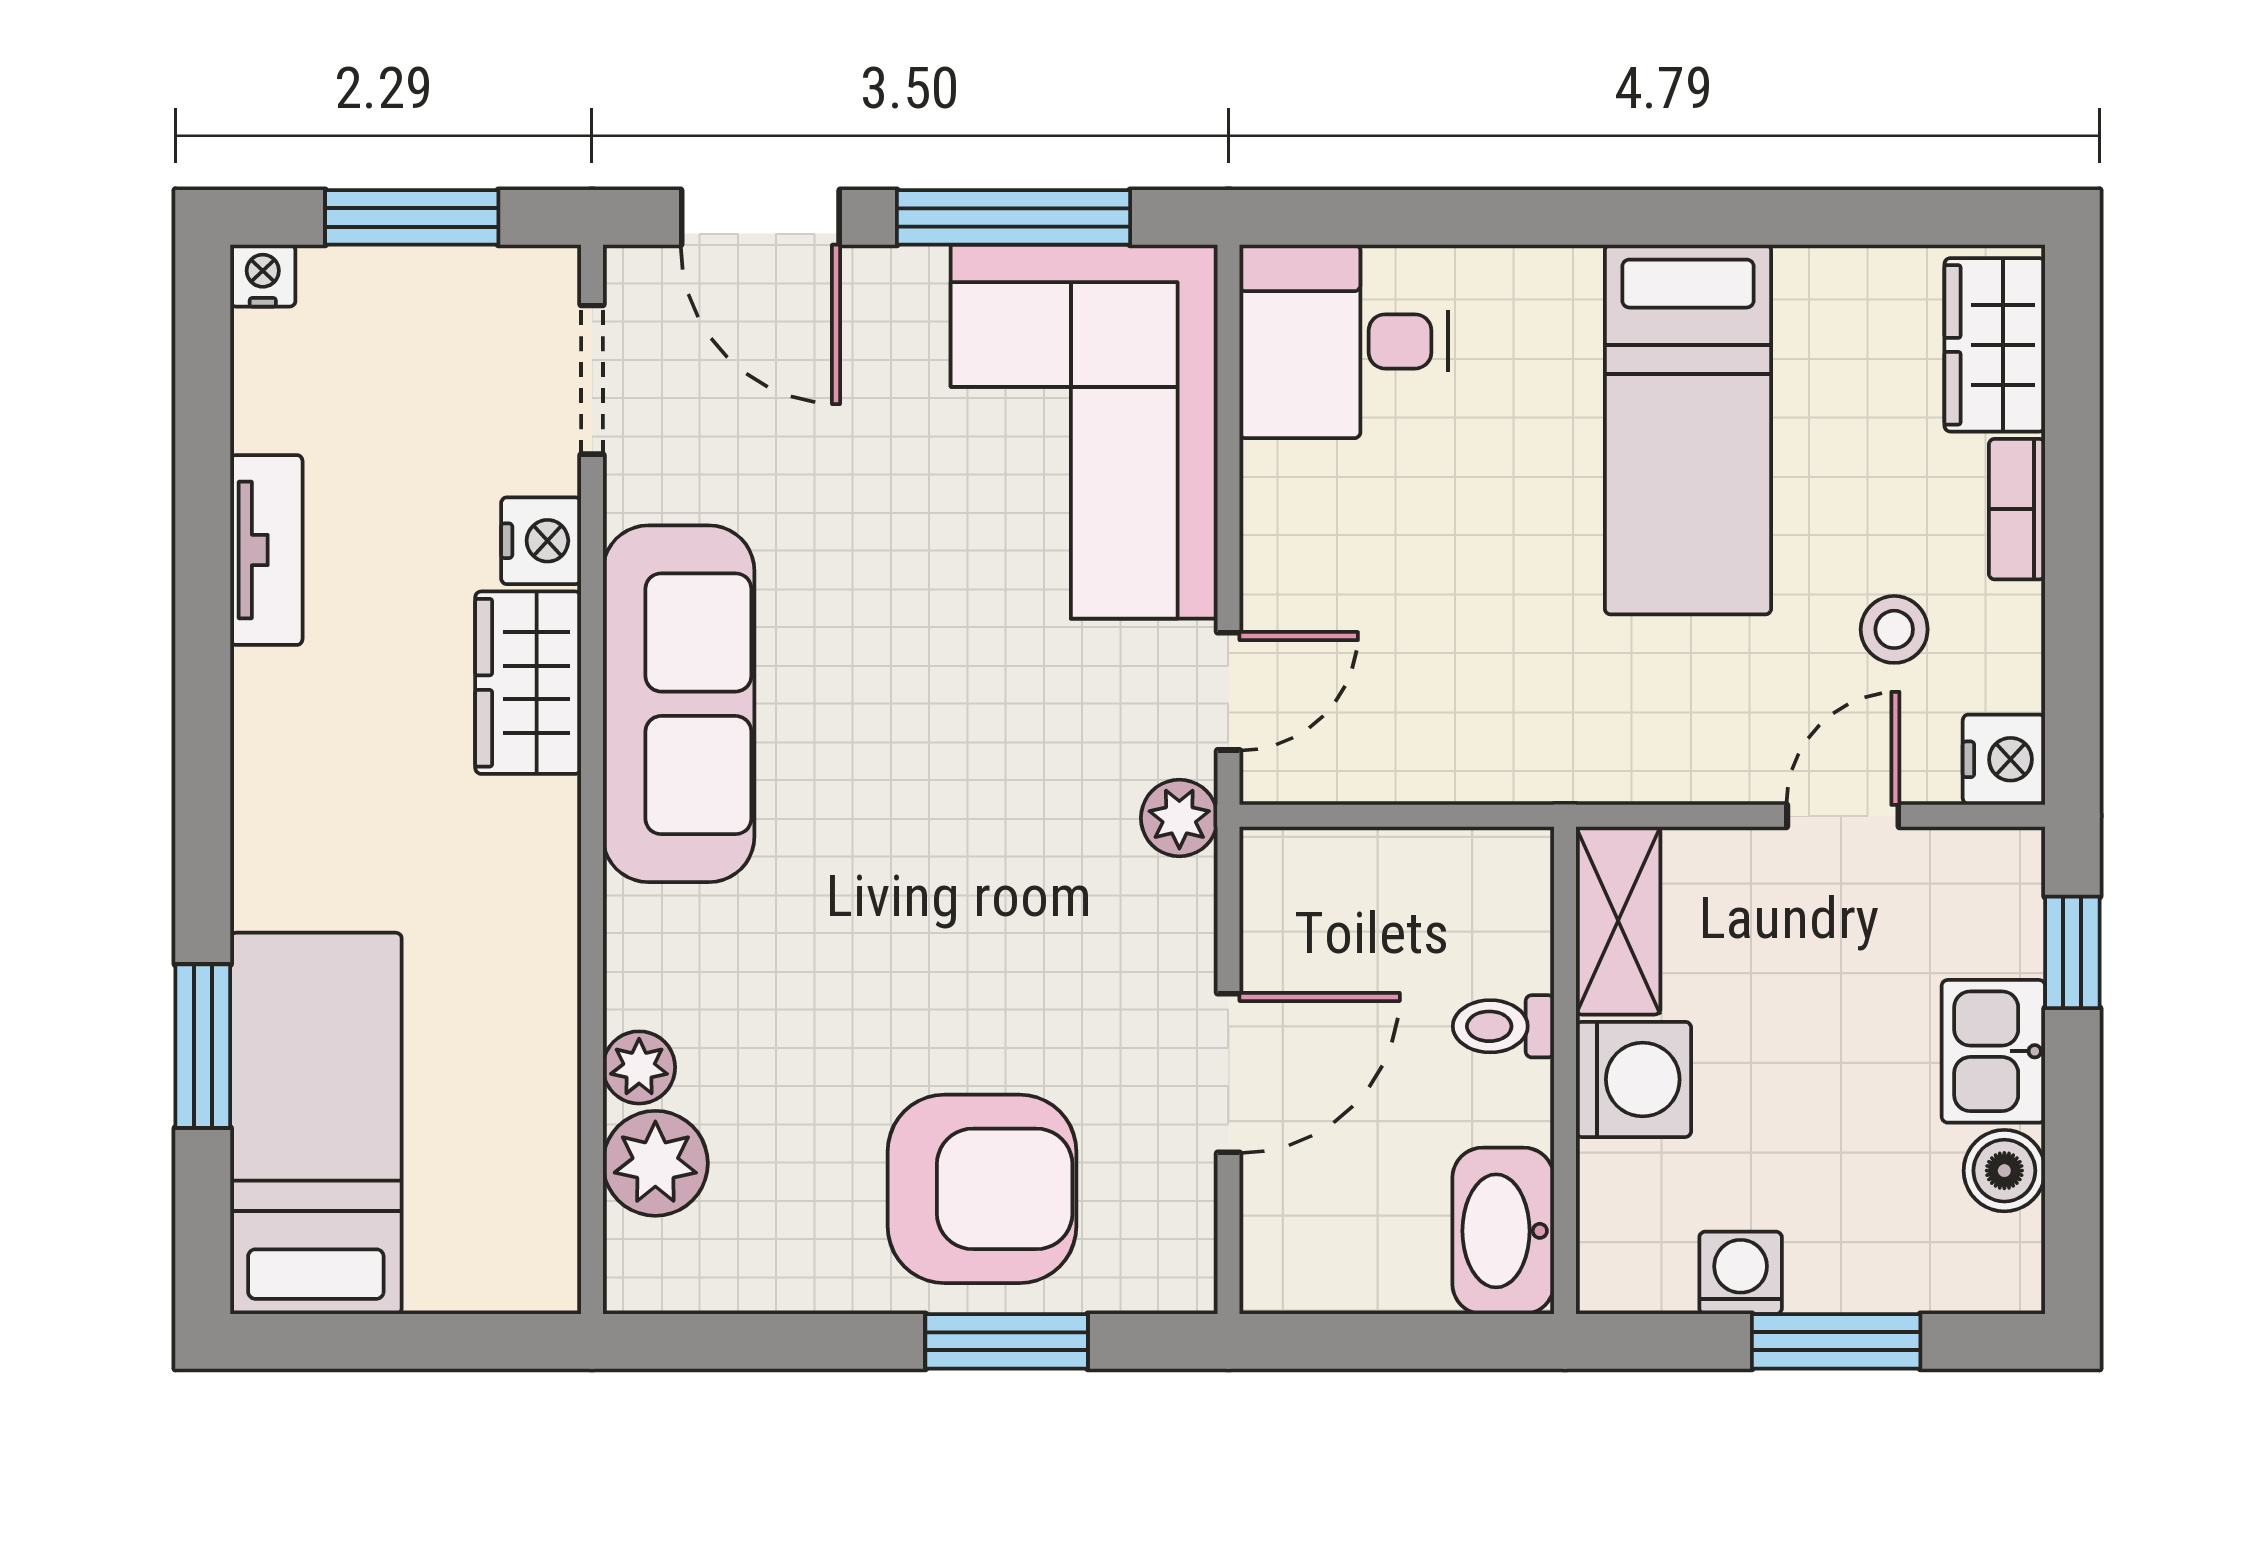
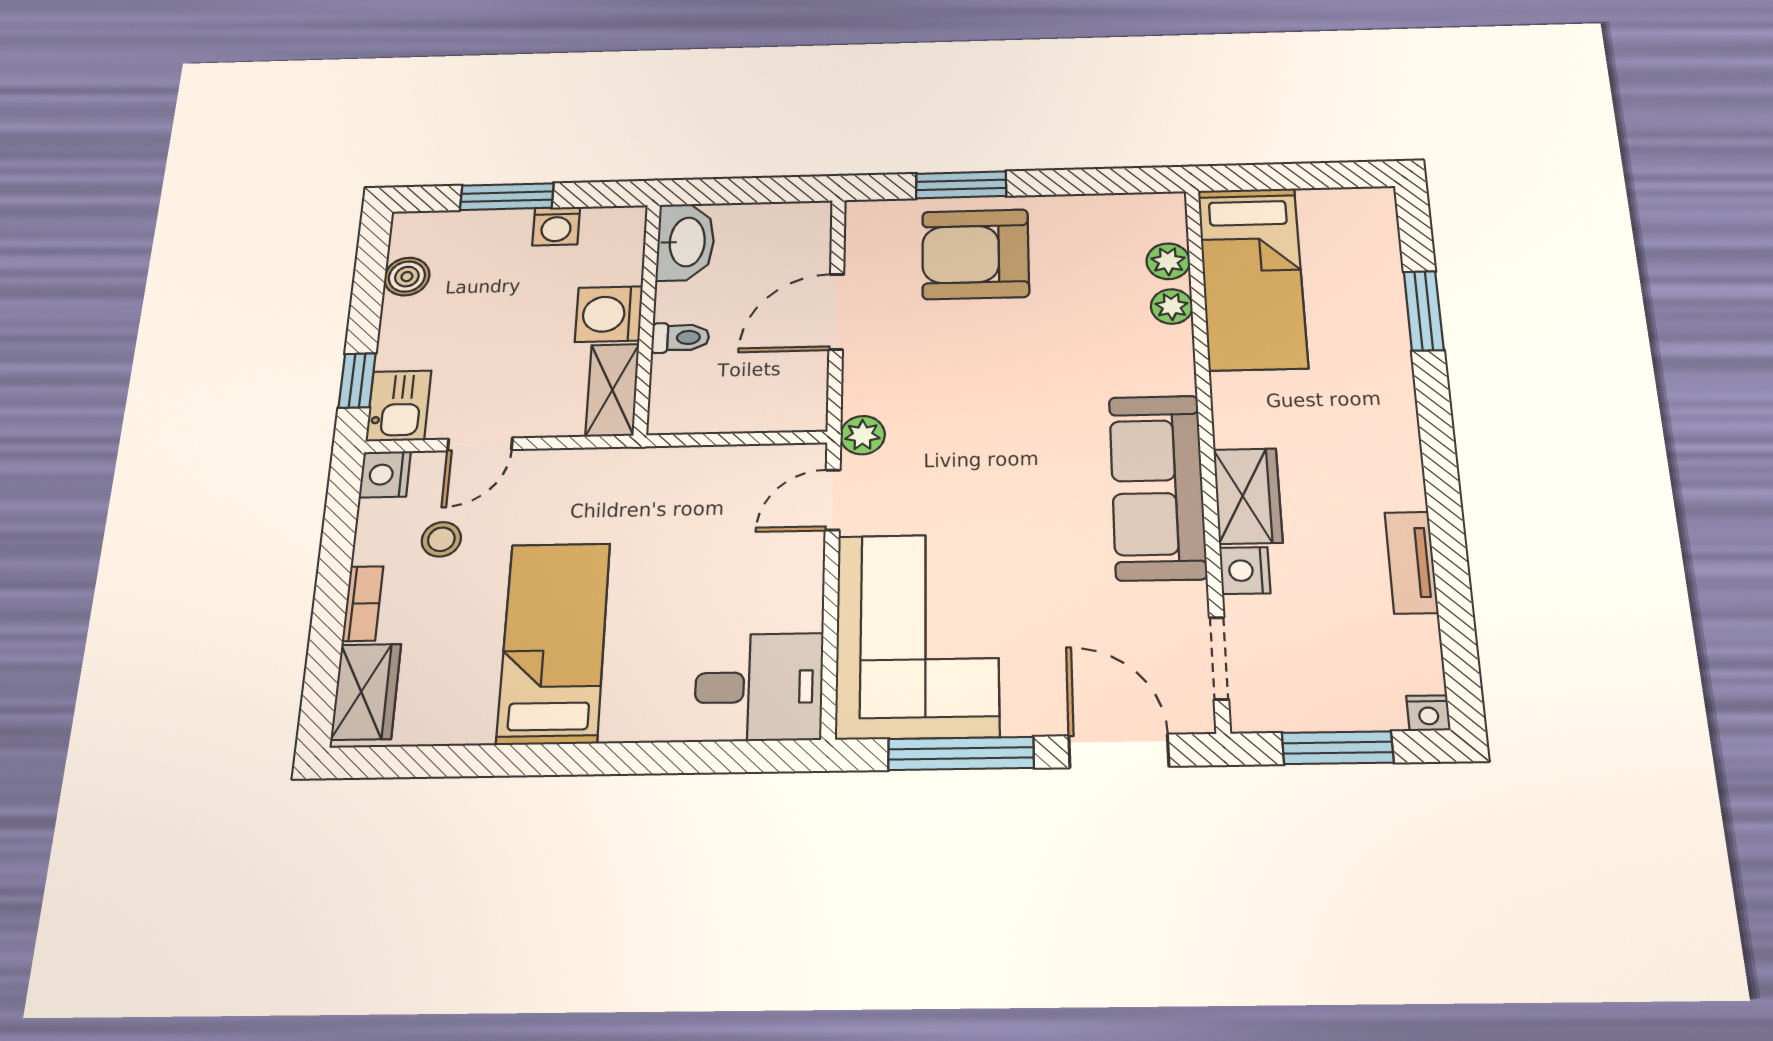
kitchen sink: (1993, 1051) -> (399, 406), moved
bed: (316, 1123) -> (1252, 278), moved
plant: (655, 1163) -> (1168, 261), width x0.73, depth x0.73

